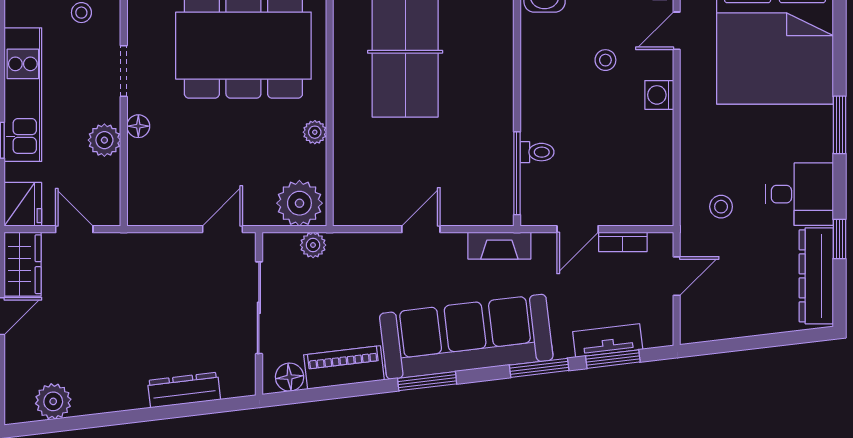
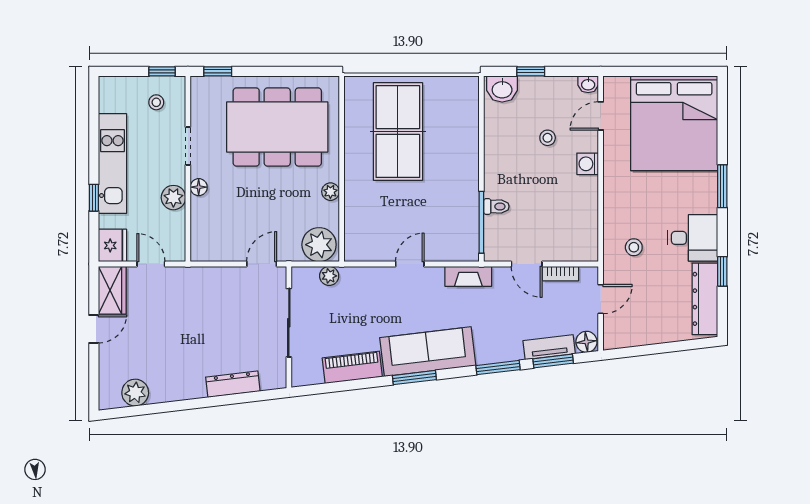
door: (578, 229) -> (527, 264), hinge flipped
sofa: (466, 337) -> (428, 352), width x0.74, depth x0.79
floor lamp: (290, 377) -> (586, 342), moved

